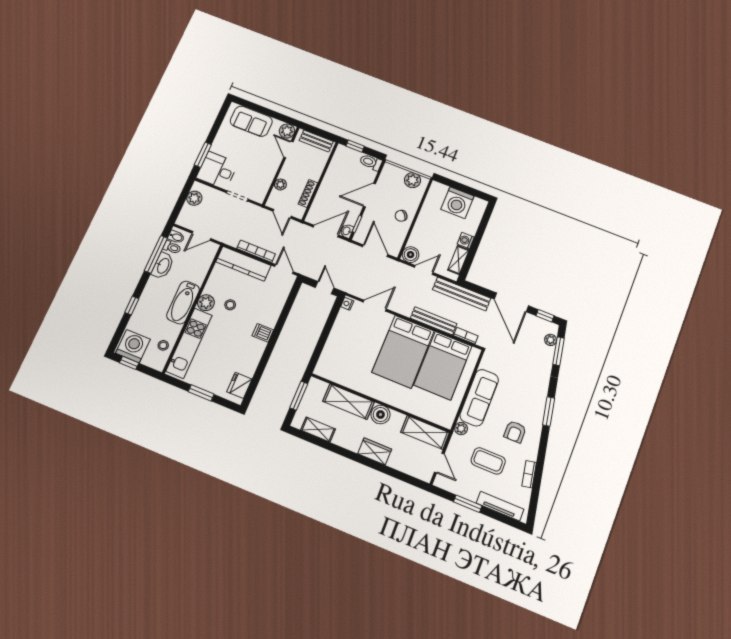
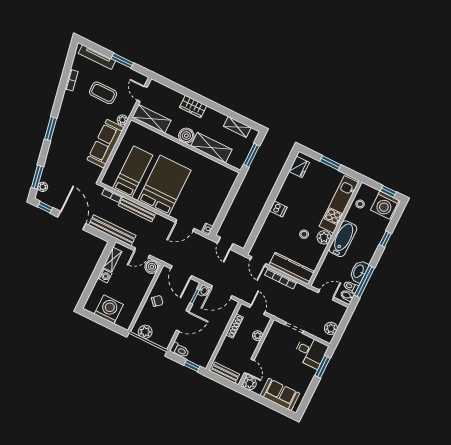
bed: (443, 366) -> (133, 172), width x0.67
armchair: (515, 432) -> (79, 114), removed

